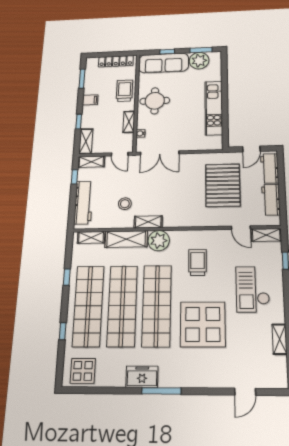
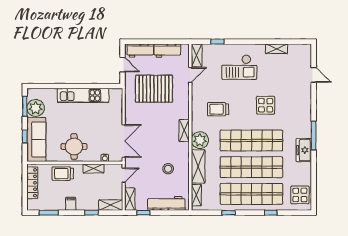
shelving: (148, 222) -> (184, 130), moved
display table: (203, 324) -> (266, 105), width x0.54, depth x0.54

